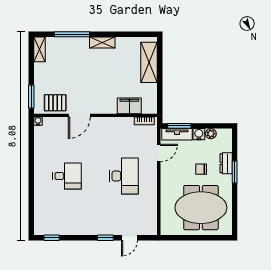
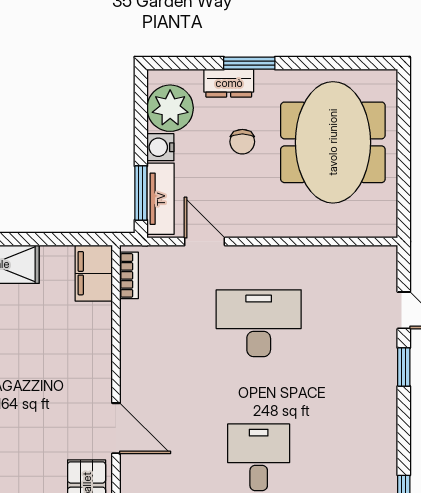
filing cabinet: (129, 106) -> (94, 273), moved
plant: (211, 134) -> (170, 108), width x1.87, depth x1.87

